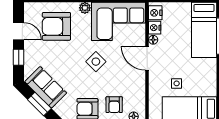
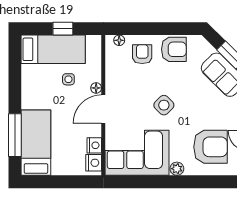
floor lamp: (153, 40) -> (96, 88), moved
door: (147, 58) -> (103, 109), swing flipped

